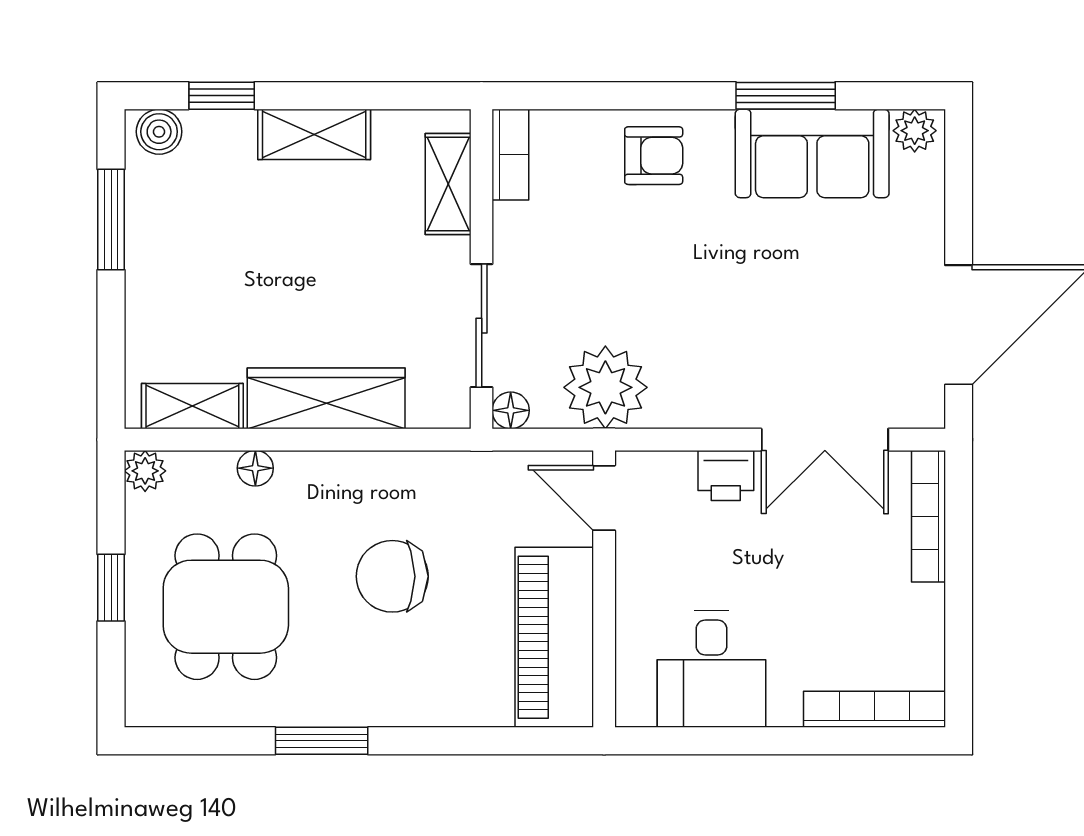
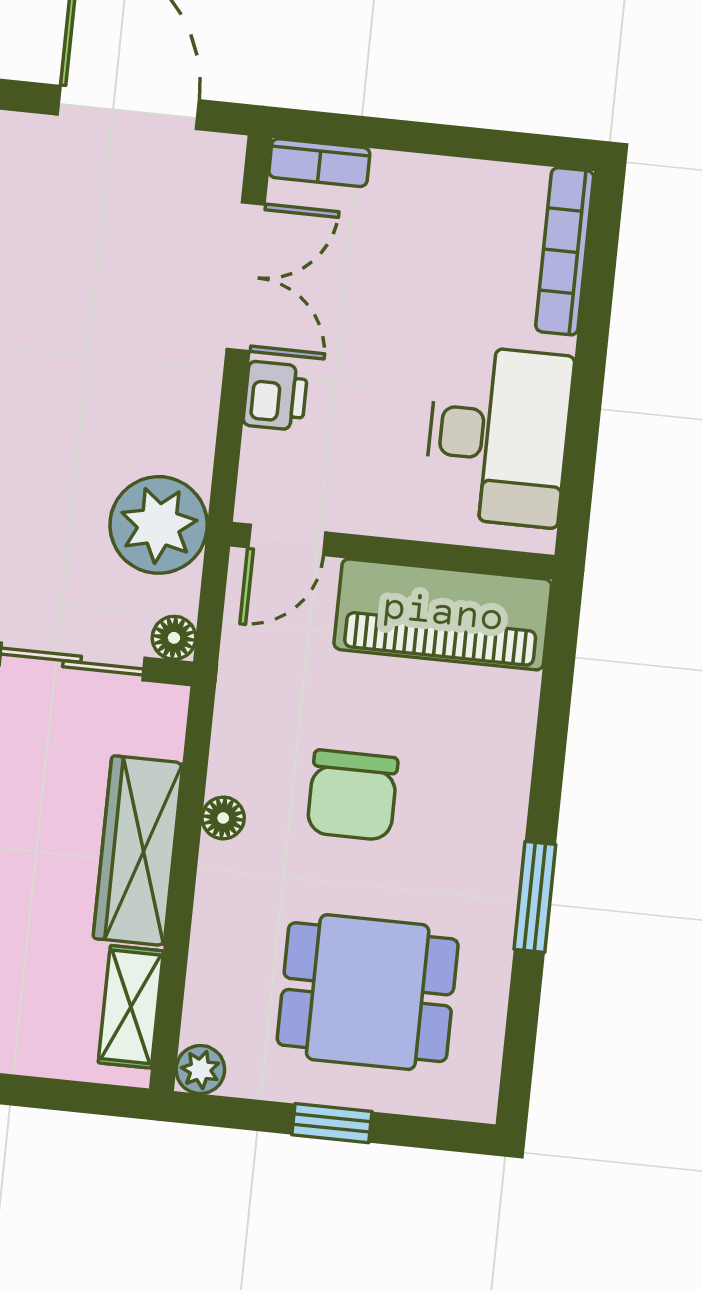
floor lamp: (255, 468) -> (223, 818), moved
bookcase: (928, 516) -> (319, 163), width x0.64
desk: (711, 669) -> (498, 436), width x1.37

